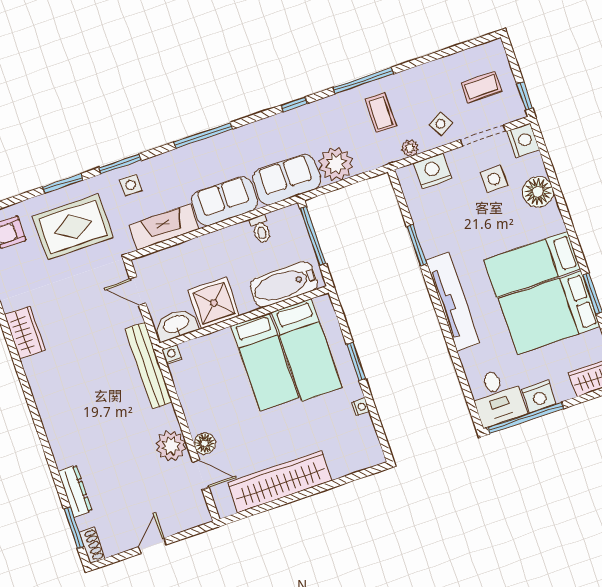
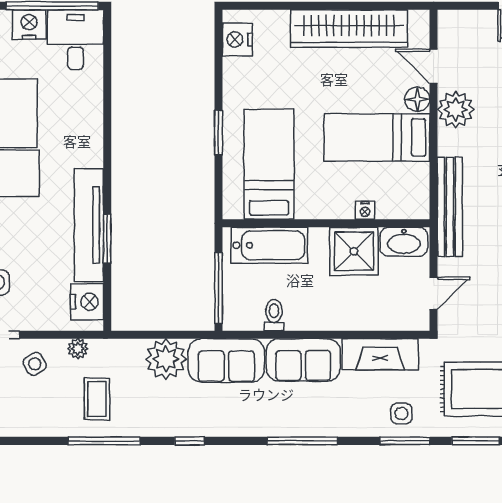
nightstand: (433, 171) -> (87, 302), moved, turned -90
door: (138, 291) -> (434, 293), hinge flipped
tv unit: (453, 302) -> (89, 225), moved
nightstand: (172, 354) -> (365, 210), moved
bed: (265, 362) -> (377, 137), moved, turned -90
nightstand: (361, 407) -> (237, 39), moved, width x1.89, depth x1.79

